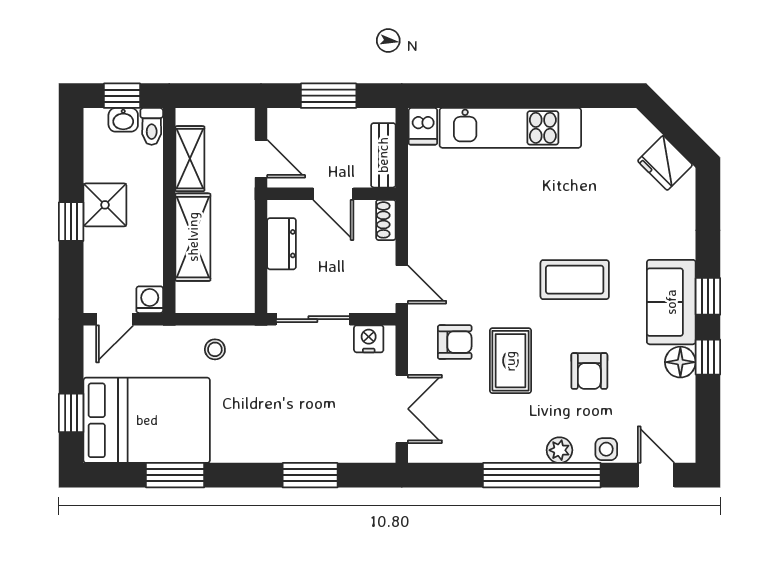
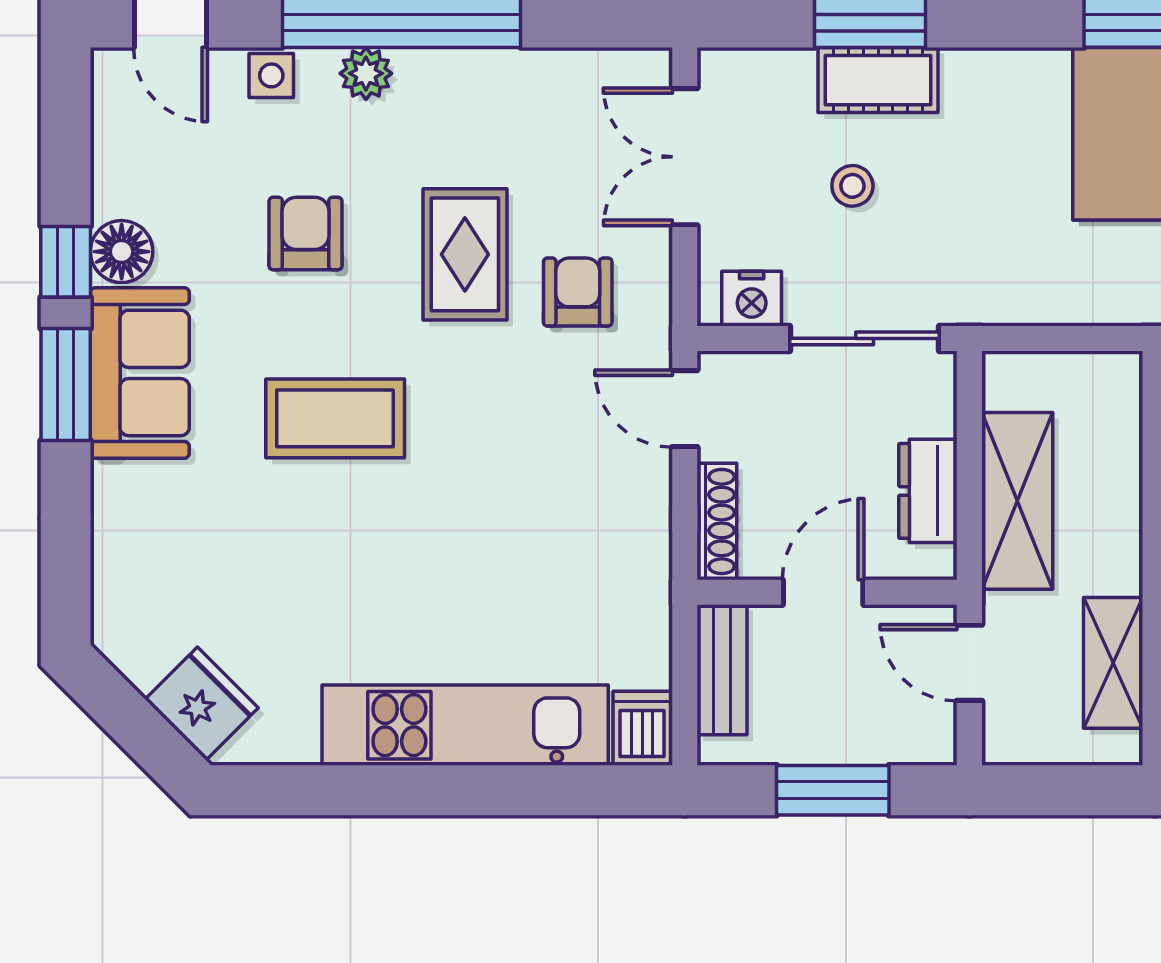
fridge: (665, 163) -> (202, 704), moved
door: (333, 194) -> (823, 592), hinge flipped
shoe rack: (386, 220) -> (717, 521), width x1.43
shelving: (193, 237) -> (1017, 501), moved
window: (708, 296) -> (66, 385), width x1.50
armchair: (455, 342) -> (578, 292), turned 90
stool: (215, 349) -> (852, 186), moved
cot: (306, 447) -> (878, 80), added

